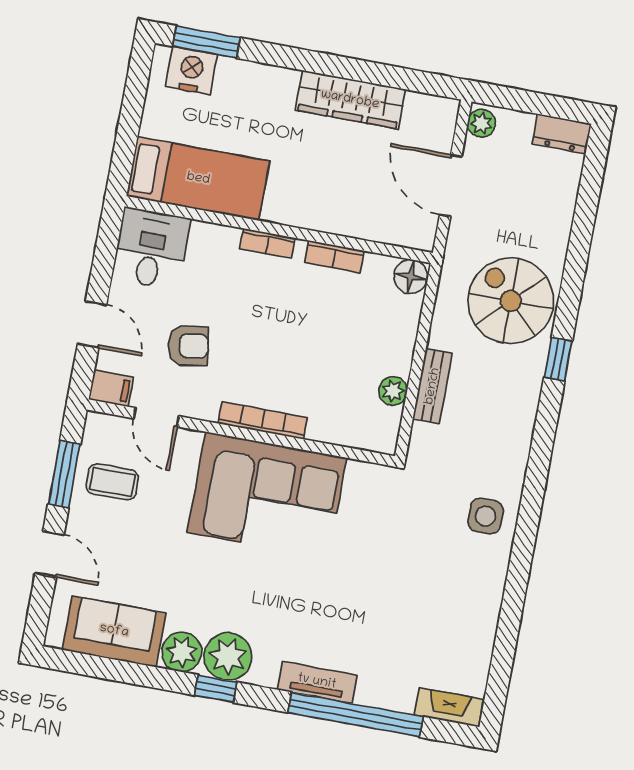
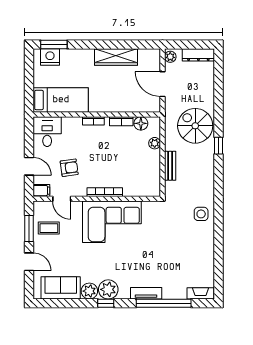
dresser: (562, 134) -> (198, 55), width x1.44
floor lamp: (411, 276) -> (141, 123), moved
plant: (393, 391) -> (155, 143), moved

